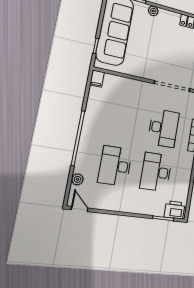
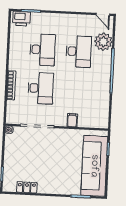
plant: (153, 11) -> (63, 190), removed
filing cabinet: (97, 79) -> (72, 120), moved
desk: (163, 128) -> (41, 88), turned 180
plant: (77, 179) -> (103, 42), width x1.88, depth x1.88

